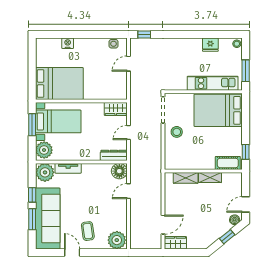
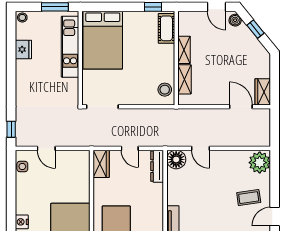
stool: (177, 132) -> (165, 90), moved

